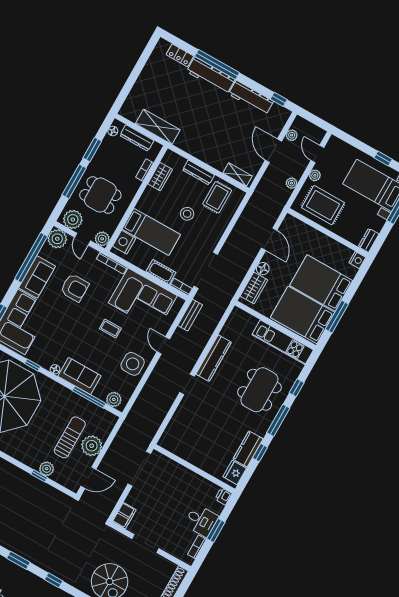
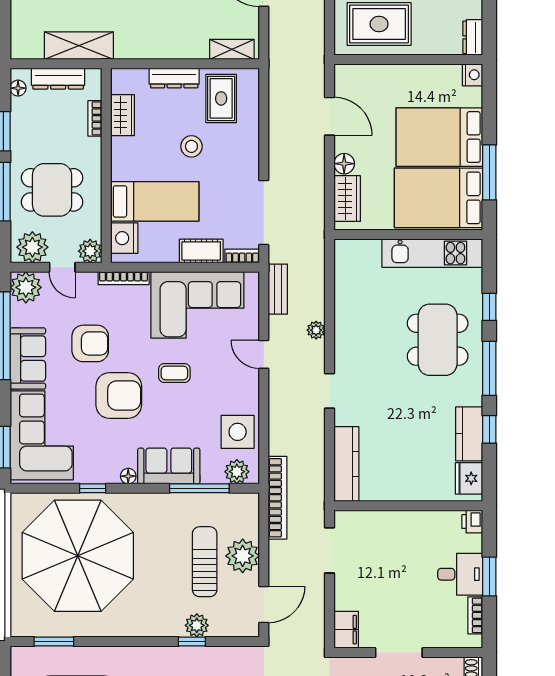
plant: (291, 183) -> (316, 330), moved
armchair: (74, 324) -> (119, 395), added
kitchen counter: (214, 358) -> (346, 464), moved
side table: (133, 364) -> (238, 432), moved
bookcase: (128, 425) -> (278, 498), added
doorway: (139, 469) -> (330, 550), width x0.73

